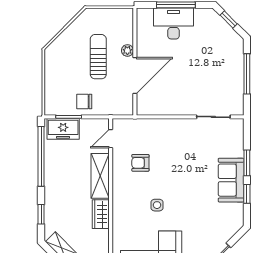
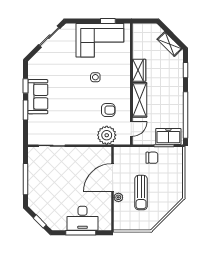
plant: (142, 130) -> (107, 135), added

